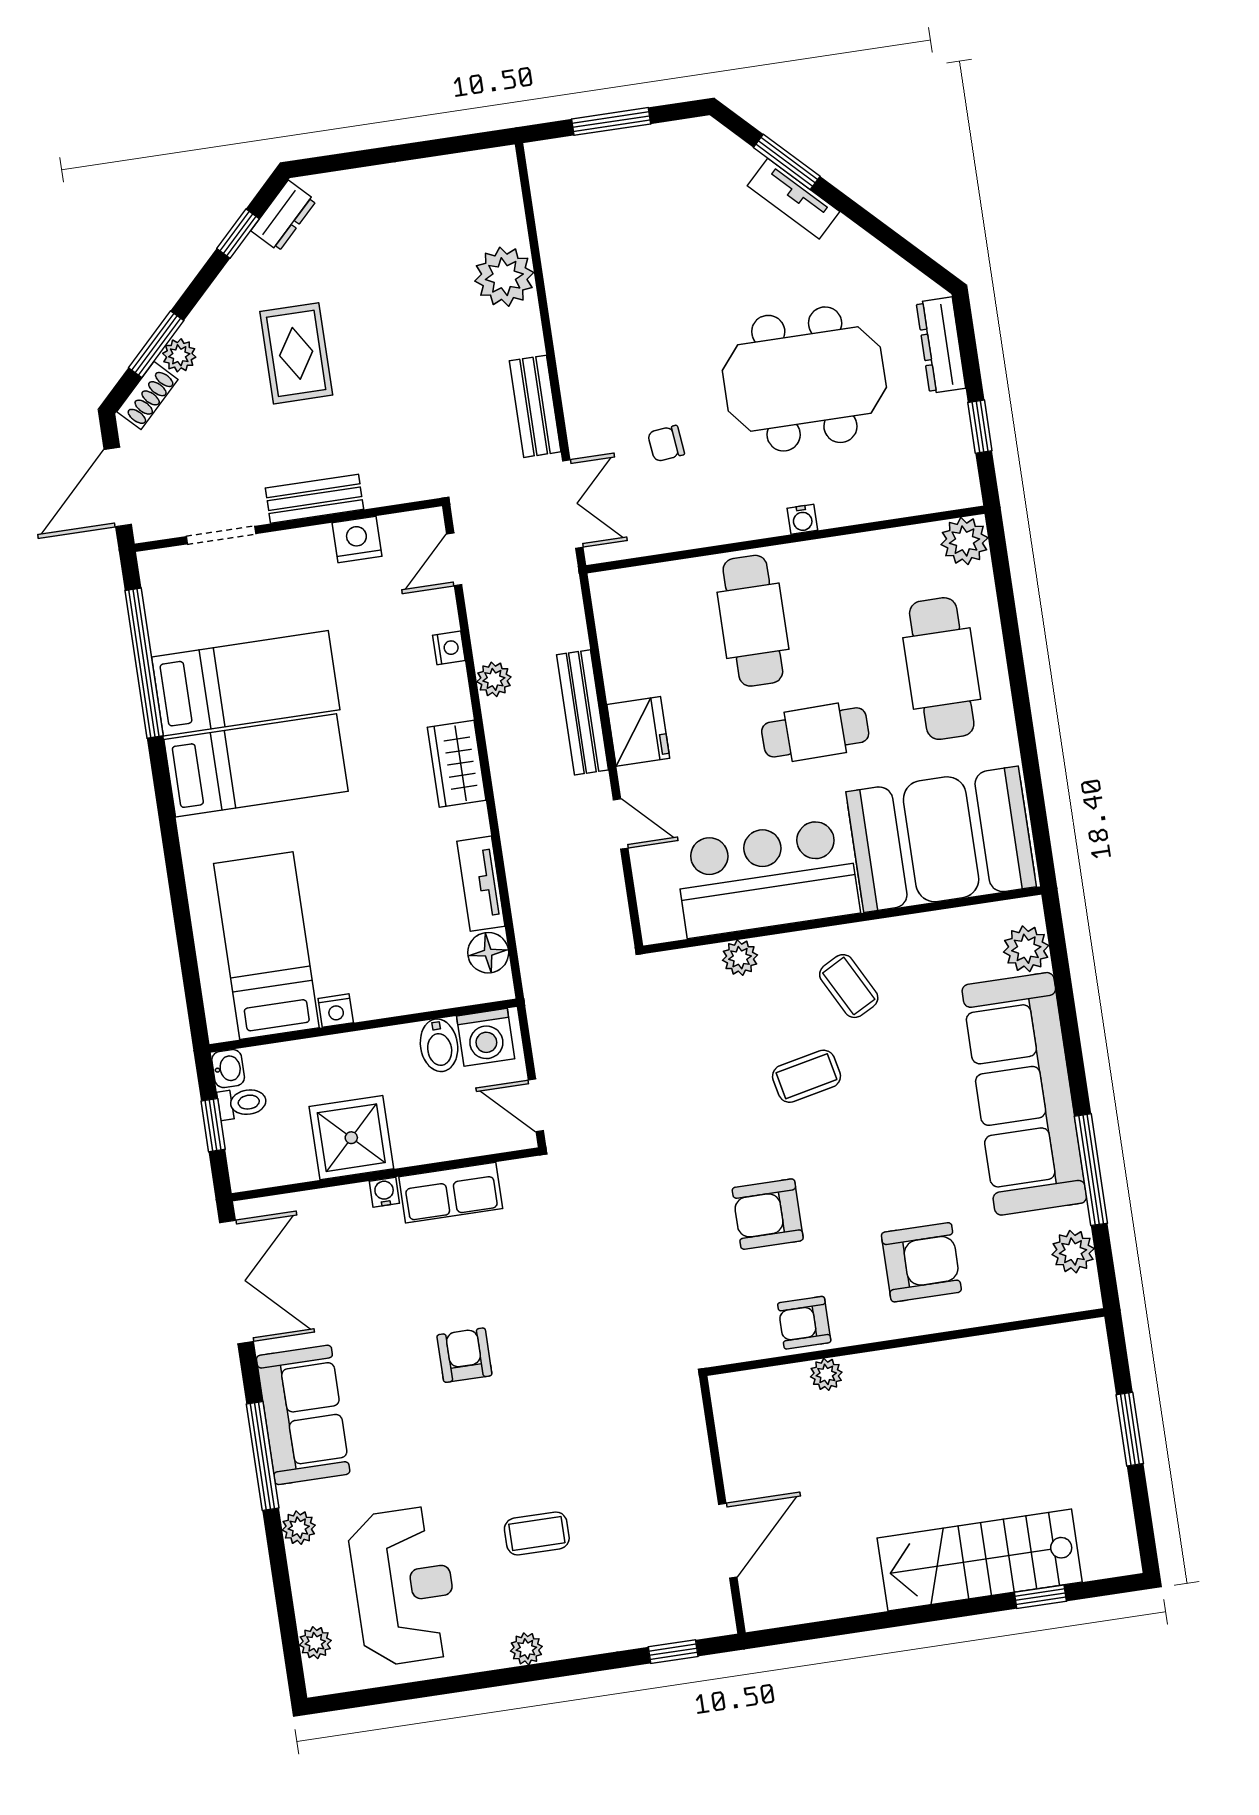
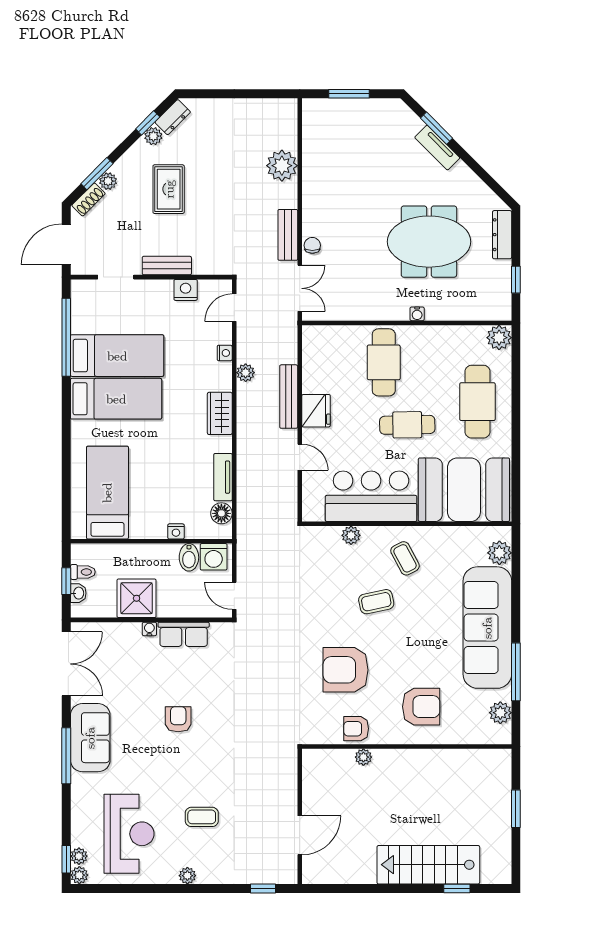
plant: (252, 257) -> (153, 136), added
chair: (666, 444) -> (312, 245), moved, turned 96
nightstand: (336, 1011) -> (176, 531), moved
washbasin: (228, 1069) -> (78, 593), moved
armchair: (768, 1214) -> (346, 670), width x1.36, depth x1.36
plant: (299, 1528) -> (79, 875), moved
window: (292, 1652) -> (66, 859), added

